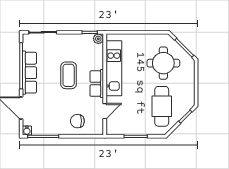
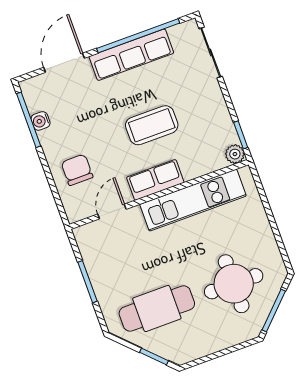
door: (105, 111) -> (112, 212), swing flipped
water cooler: (27, 130) -> (41, 121), moved

